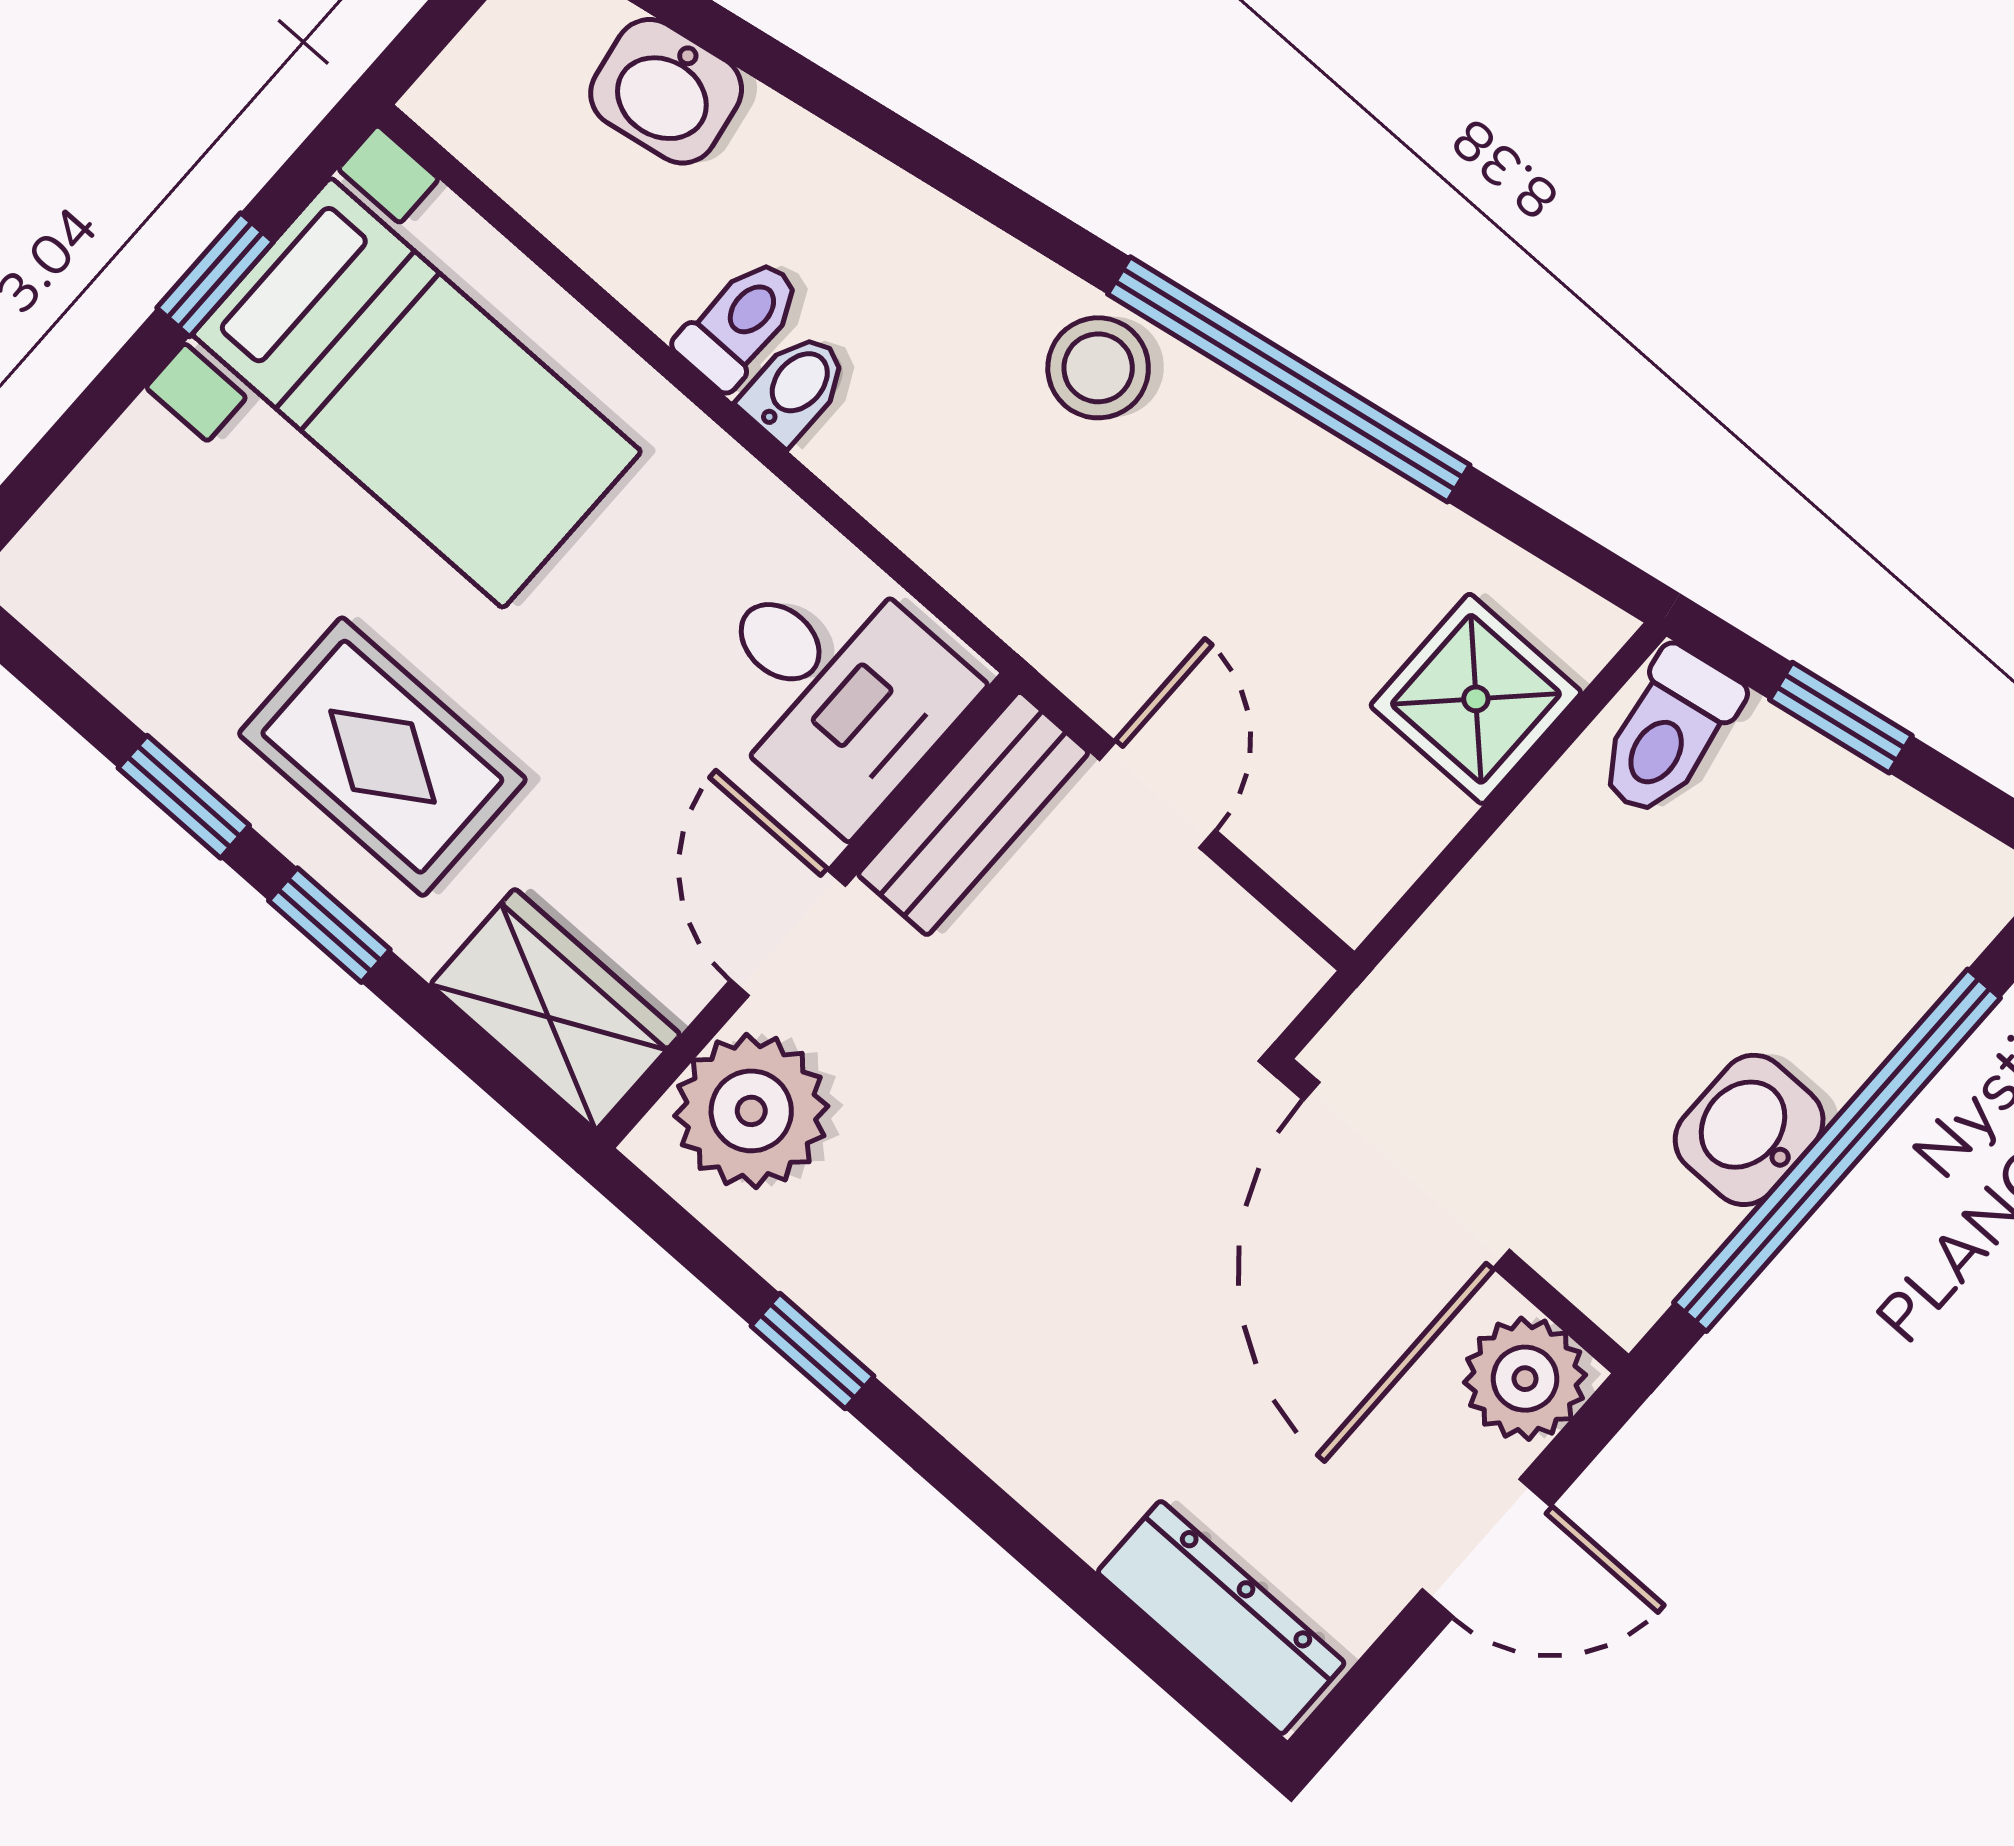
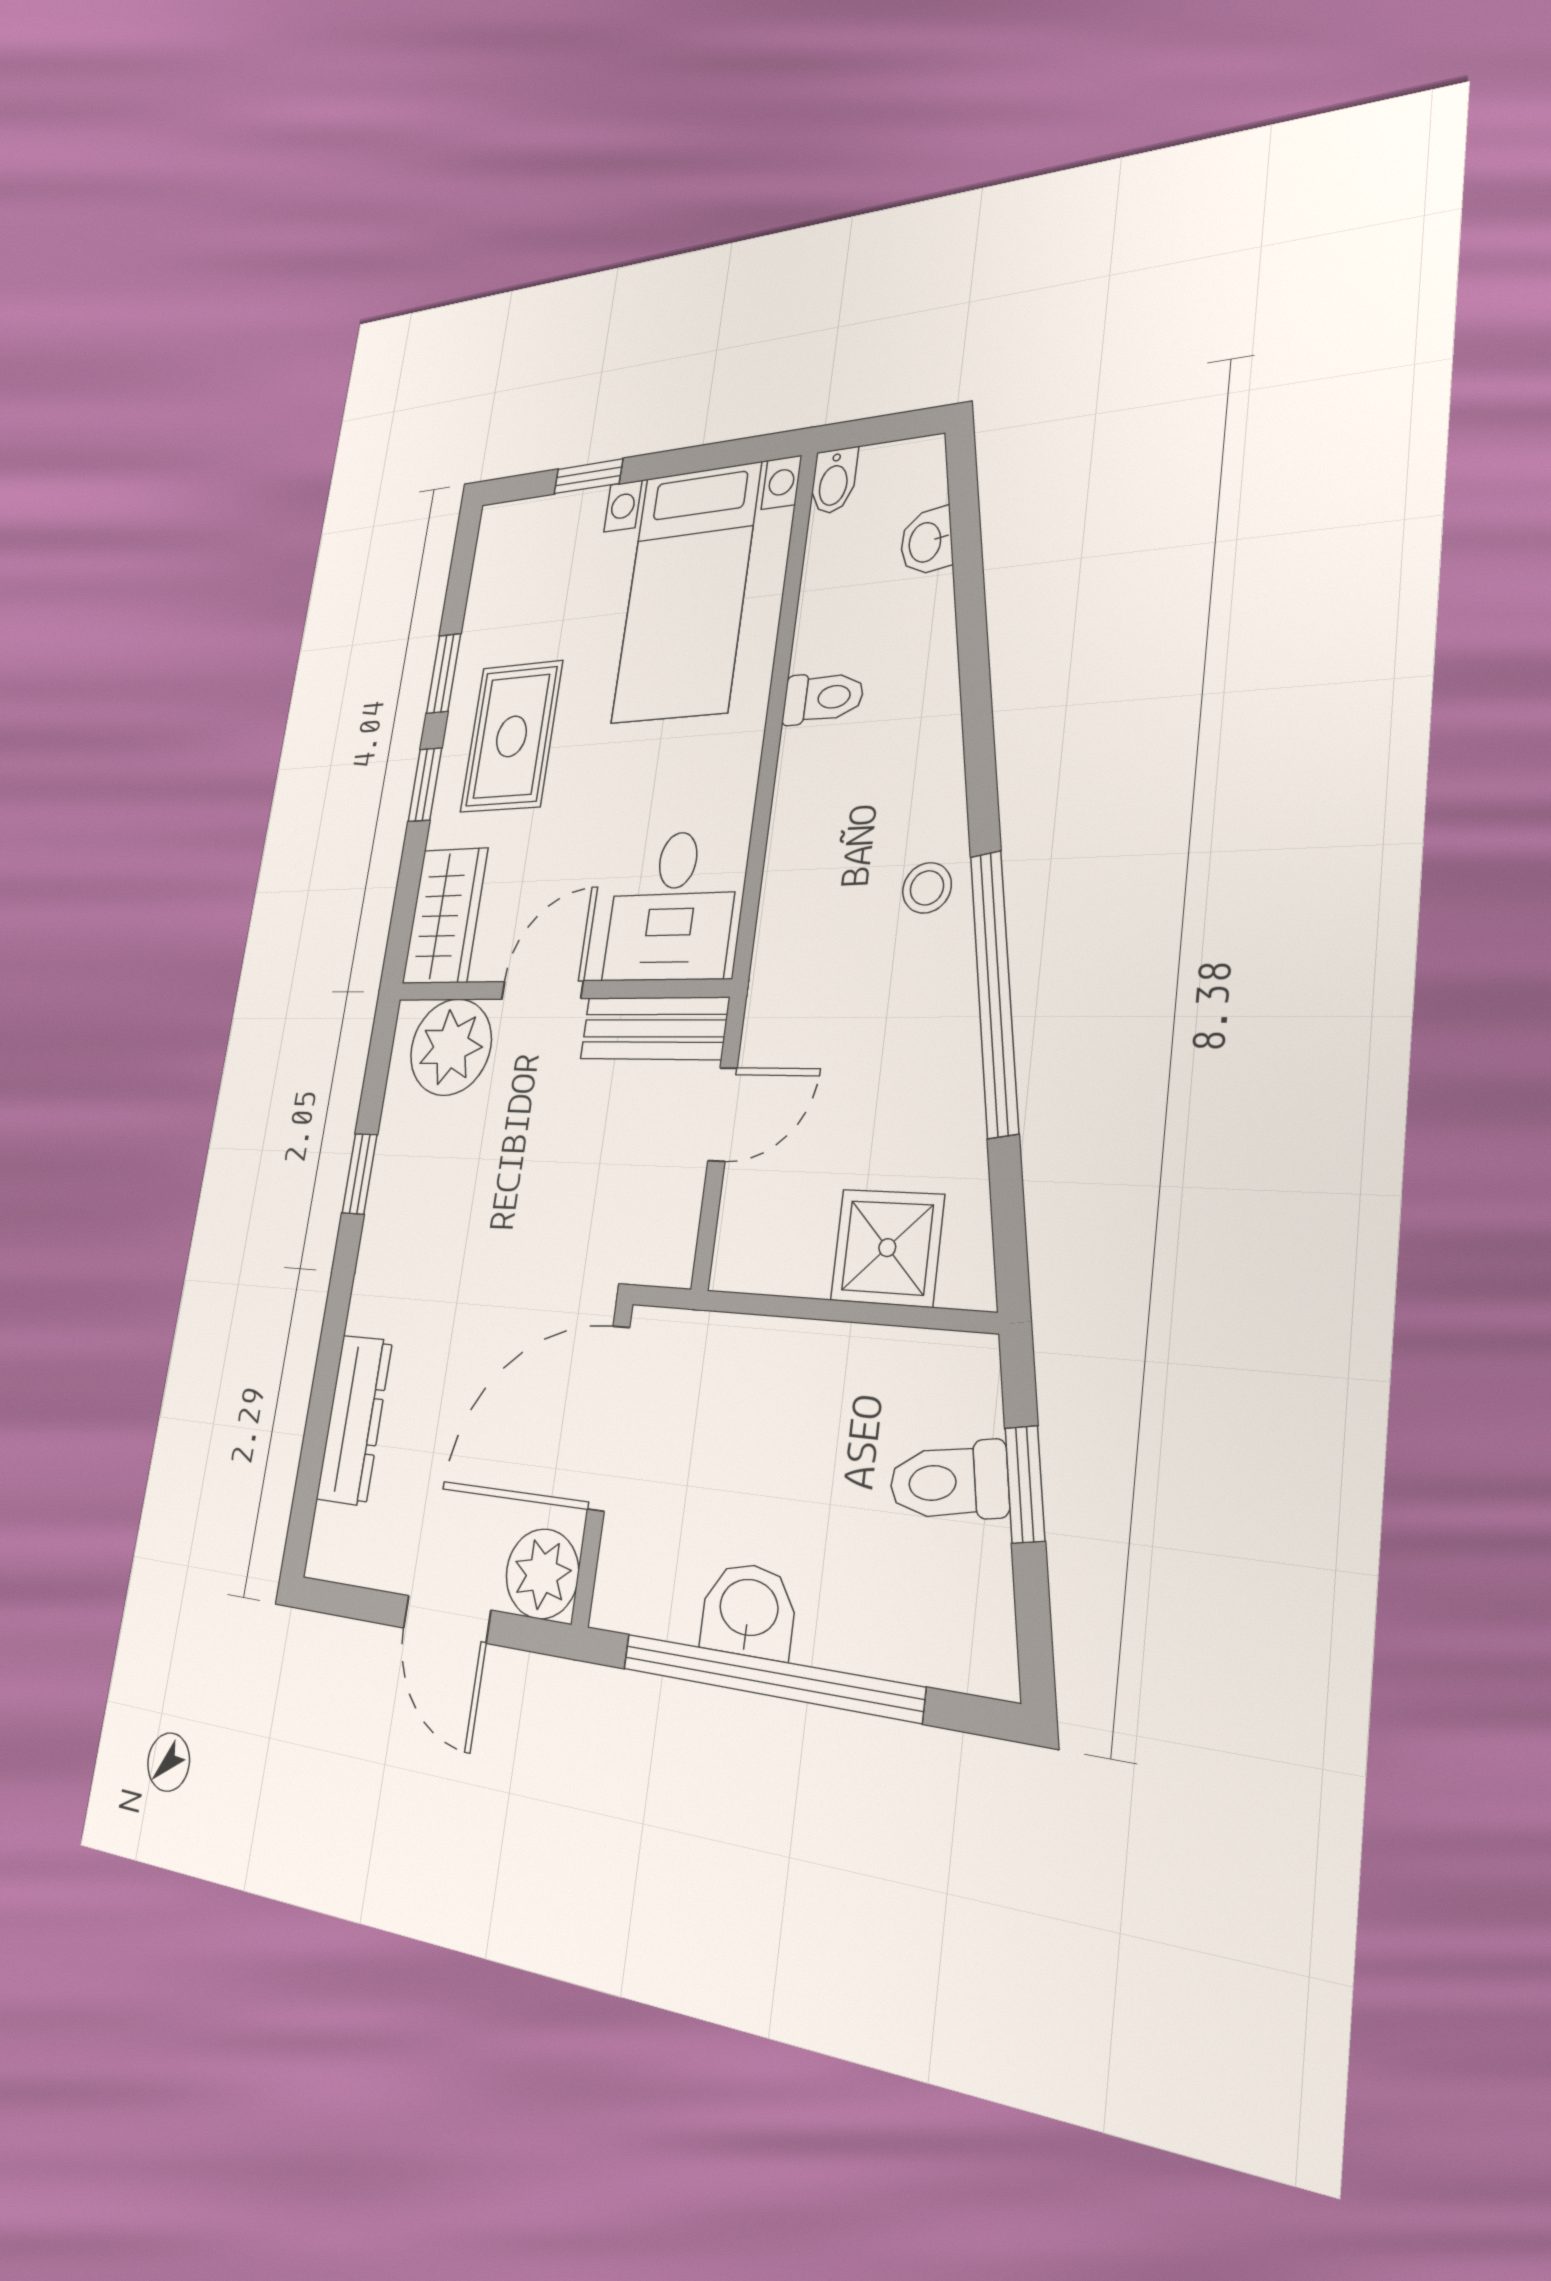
washbasin: (666, 91) -> (926, 542), width x0.72, depth x0.69
window: (215, 275) -> (588, 476), moved
stool: (1098, 368) -> (927, 888), width x0.73, depth x0.73
bidet: (795, 388) -> (834, 481), moved, turned 90
toilet: (1668, 733) -> (949, 1482), moved
dresser: (1221, 1618) -> (354, 1420), moved

